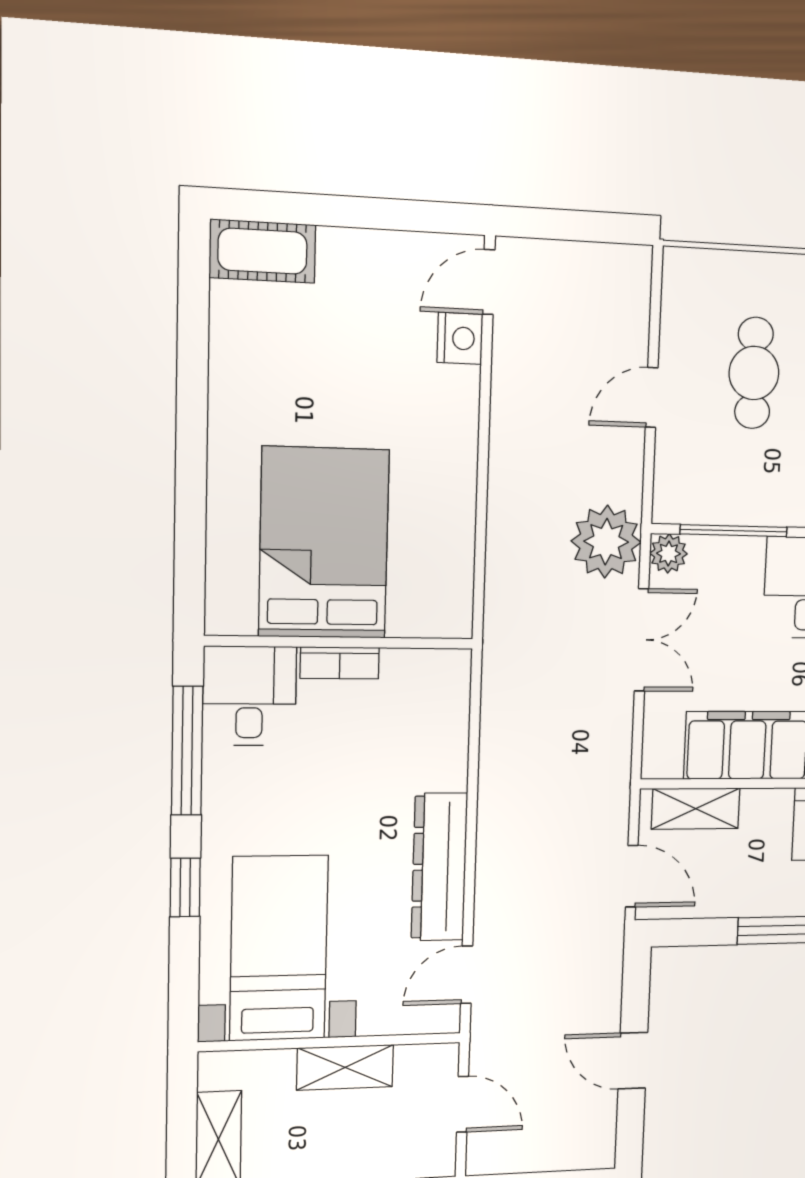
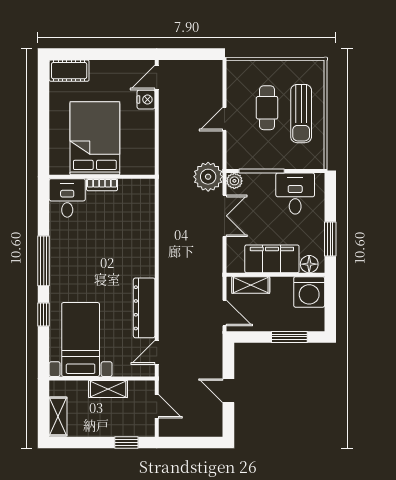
bed: (324, 543) -> (95, 138), moved
wall: (340, 642) -> (102, 177), moved
bookcase: (340, 663) -> (102, 185), moved
desk: (249, 696) -> (67, 198), moved

